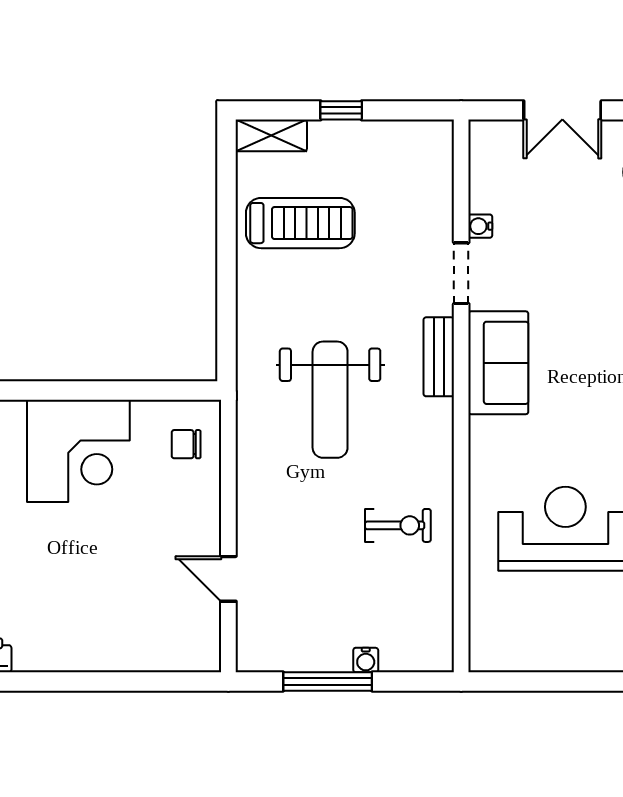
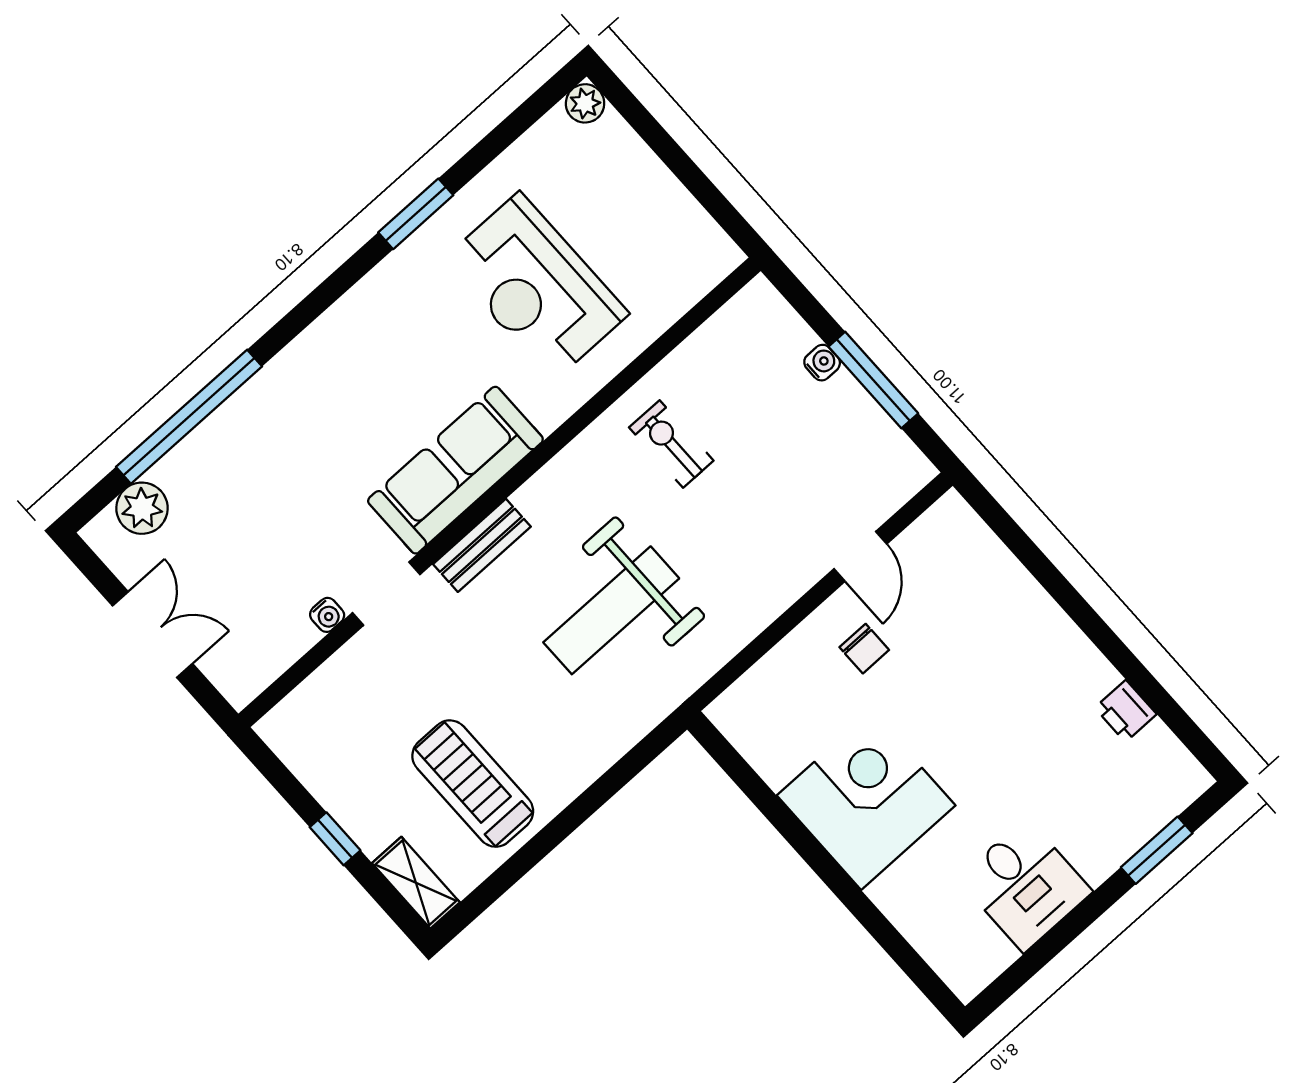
sofa: (498, 363) -> (455, 470), width x1.36
weight bench: (330, 400) -> (611, 610), turned 180
chair: (186, 444) -> (864, 649), moved

